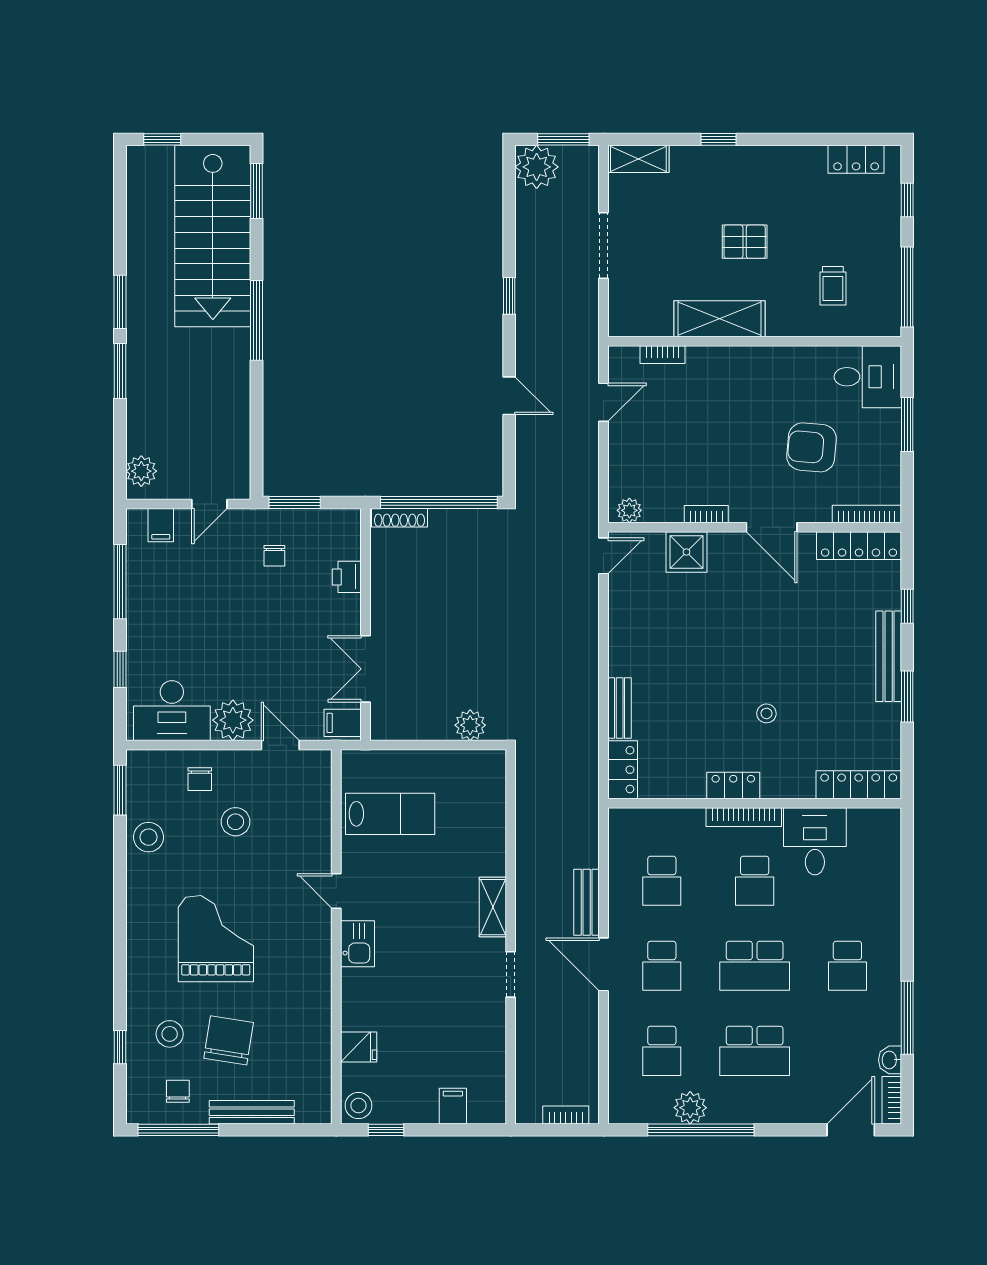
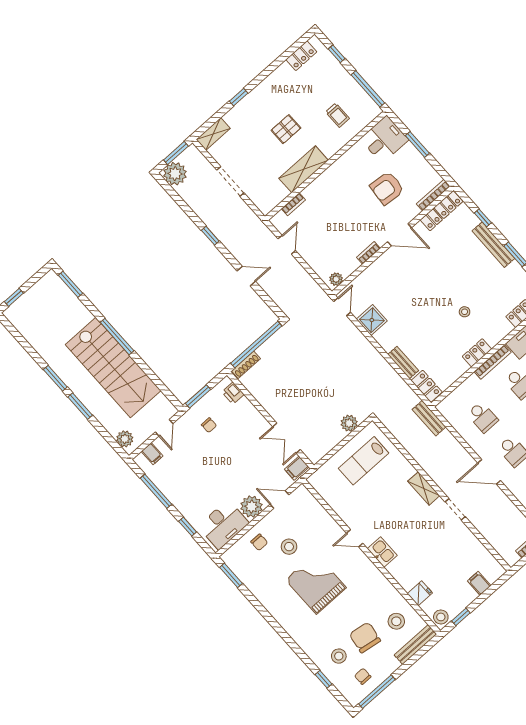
stairs: (213, 236) -> (113, 368), moved
shower: (687, 552) -> (372, 320), moved
printer: (347, 577) -> (233, 393), moved
lab bench: (390, 814) -> (364, 461), moved, turned 180
stool: (149, 837) -> (396, 621), moved
bench: (587, 902) -> (429, 418), moved
grand piano: (216, 939) -> (316, 584), moved
bench: (252, 1112) -> (415, 644), moved

